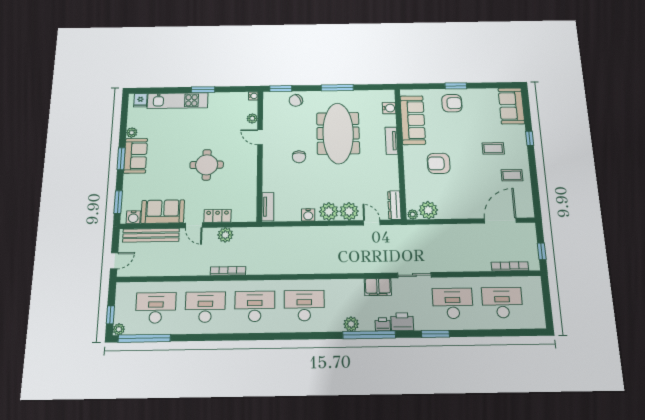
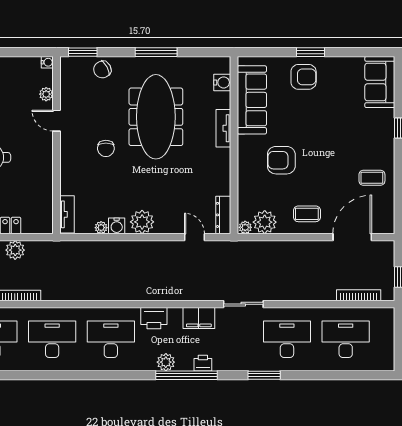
coffee table: (493, 148) -> (307, 214), moved
plant: (349, 211) -> (101, 228), moved, width x0.53, depth x0.53
printer: (402, 322) -> (154, 318), moved, turned 180

